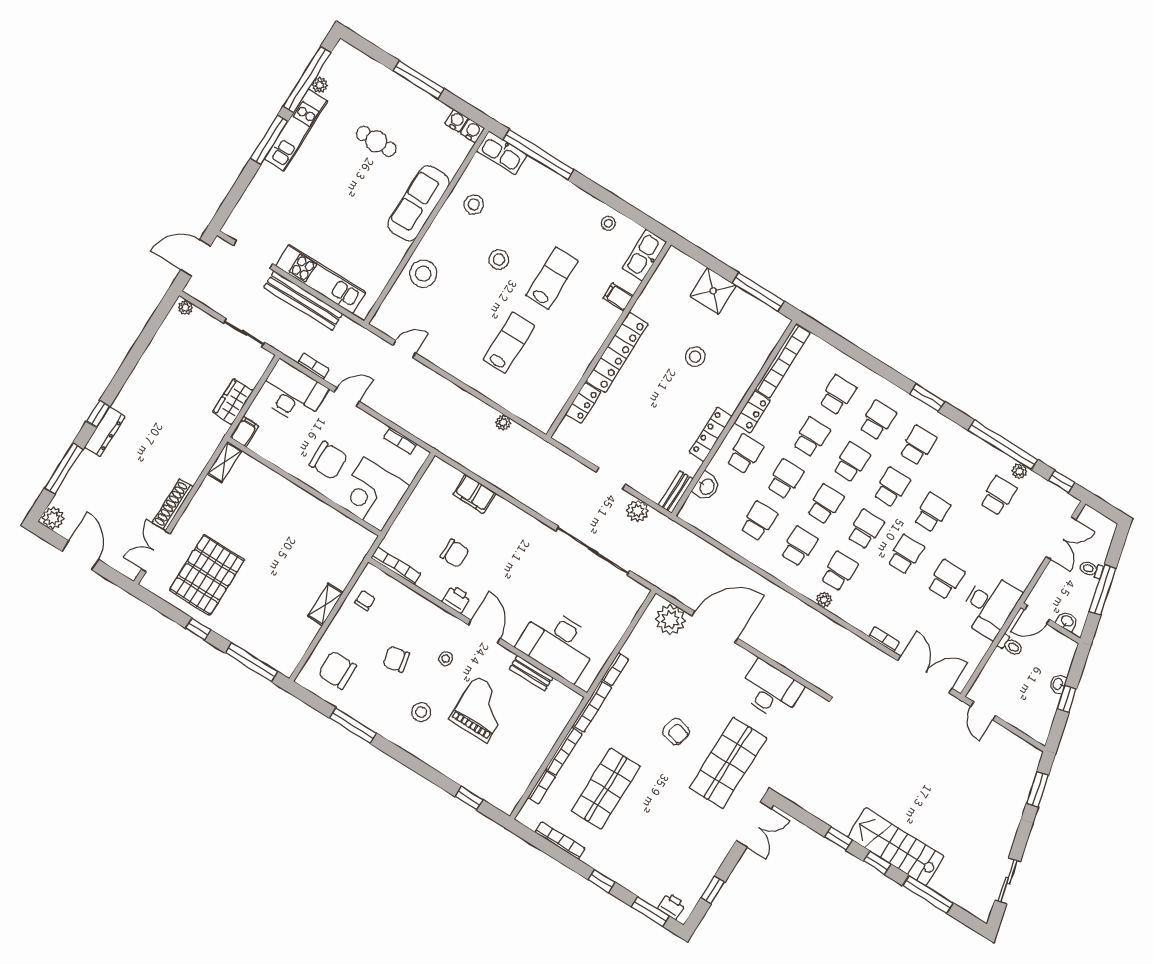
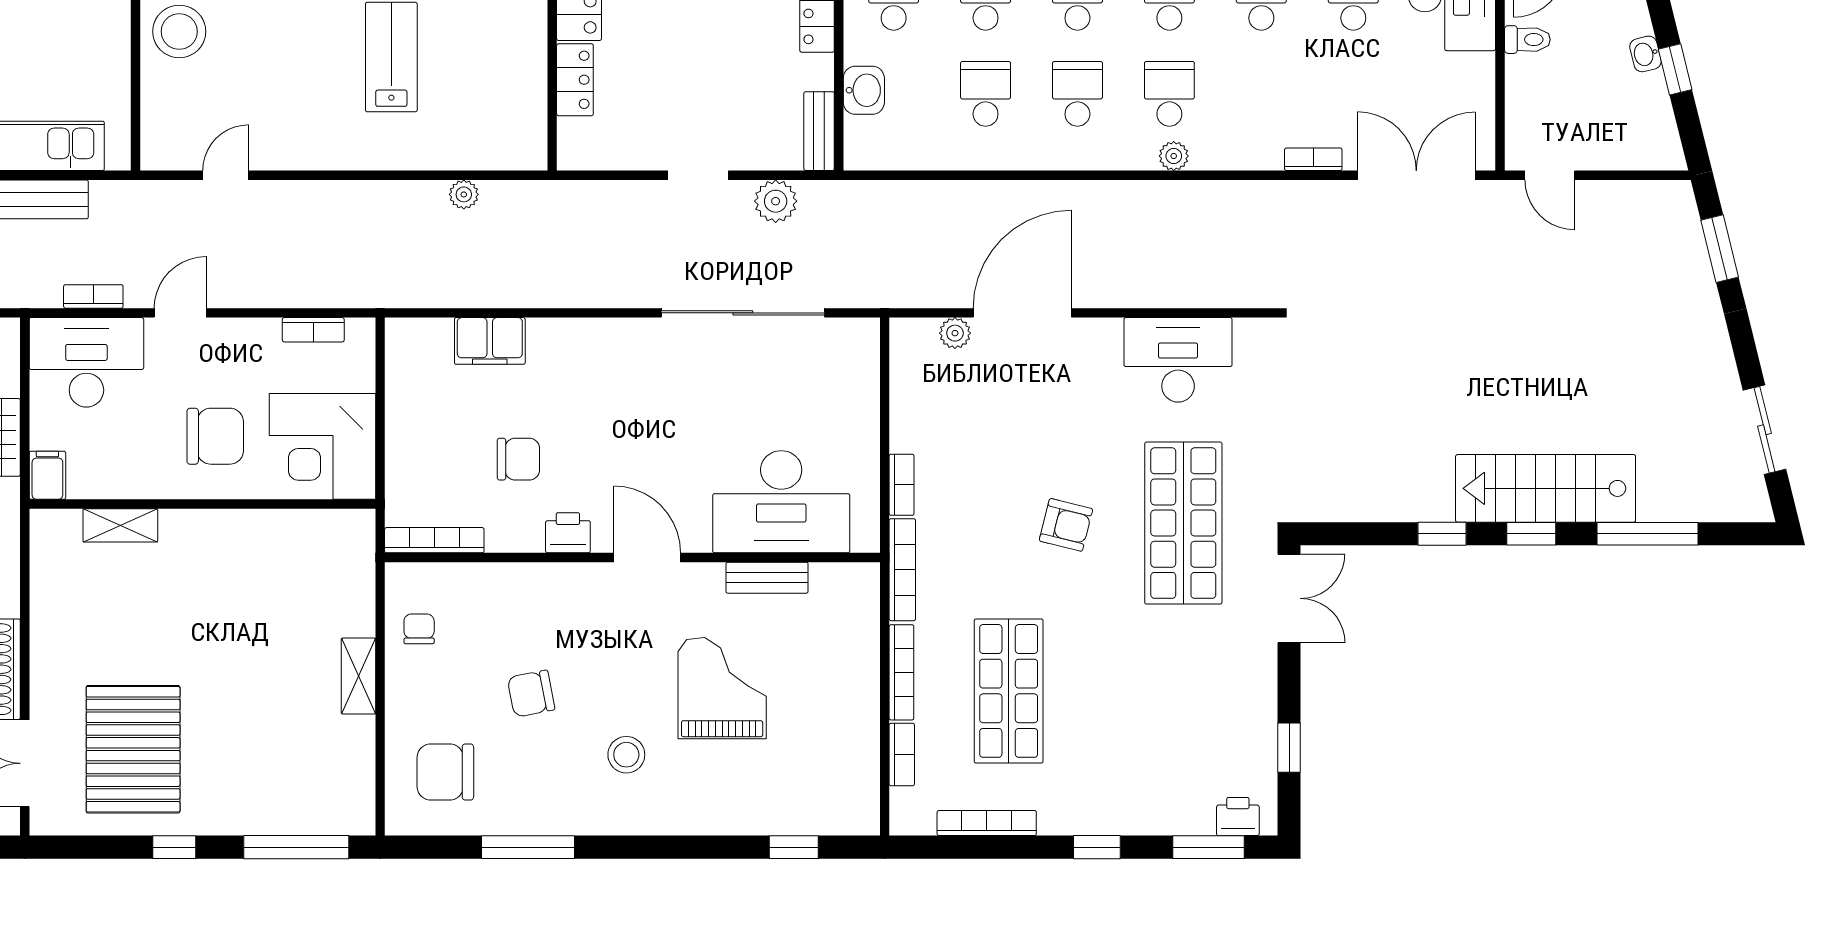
shelving: (224, 462) -> (120, 525), moved, turned 90
plant: (670, 620) -> (955, 333), width x0.53, depth x0.53
stool: (446, 659) -> (612, 642), removed

